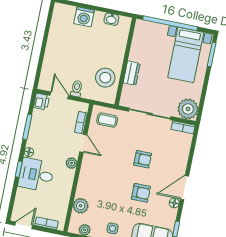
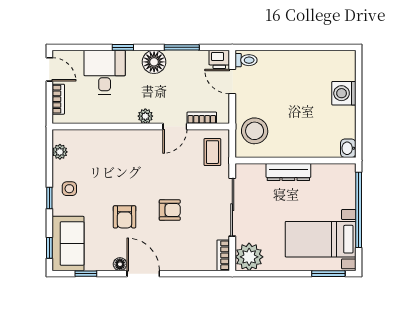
washbasin: (111, 19) -> (348, 148), moved
dresser: (132, 73) -> (288, 172), width x1.44
stool: (105, 78) -> (255, 131), moved
toilet: (77, 89) -> (246, 60), moved
door: (59, 95) -> (232, 81), swing flipped
floor lamp: (29, 152) -> (154, 62), width x1.89, depth x1.89
armchair: (143, 159) -> (170, 210), turned -90
desk: (36, 175) -> (105, 72), moved
plant: (81, 206) -> (91, 140), removed

